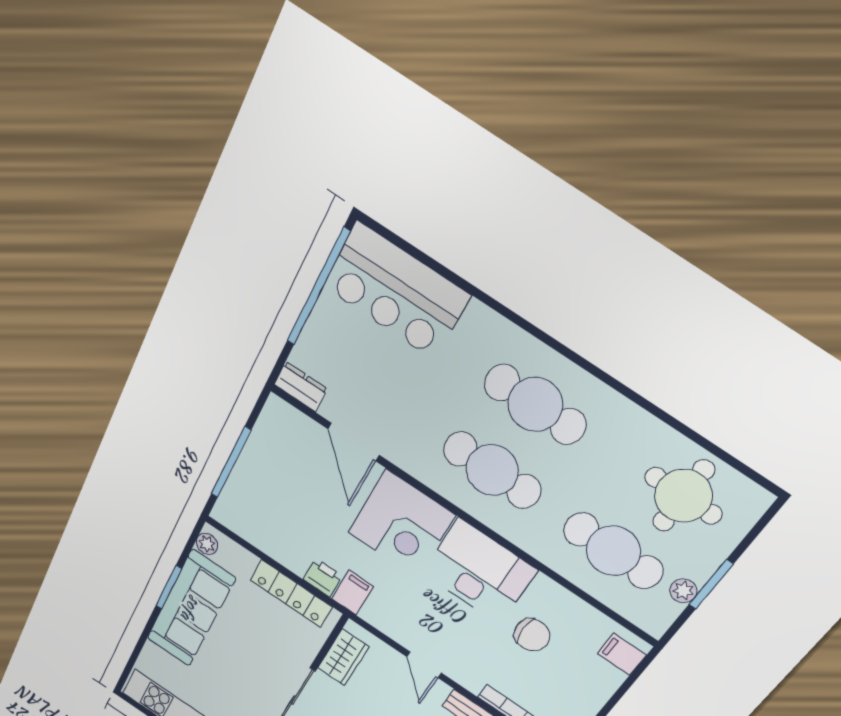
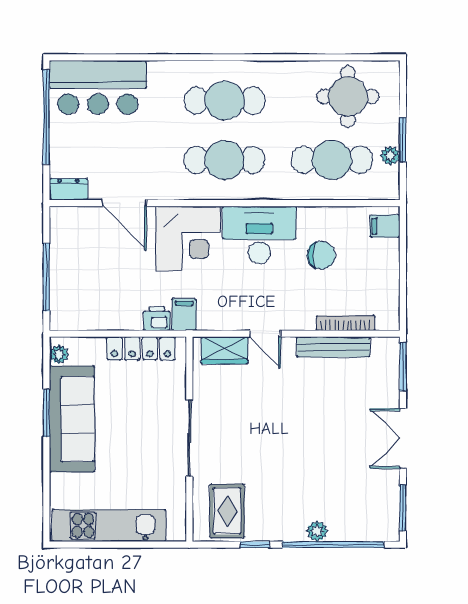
wardrobe: (343, 657) -> (224, 350), moved, turned 90

